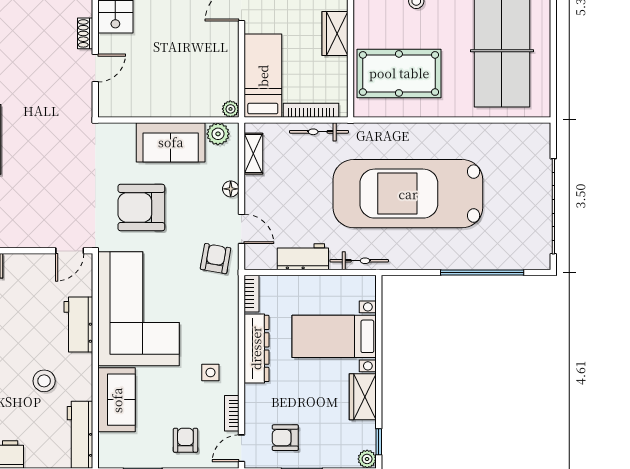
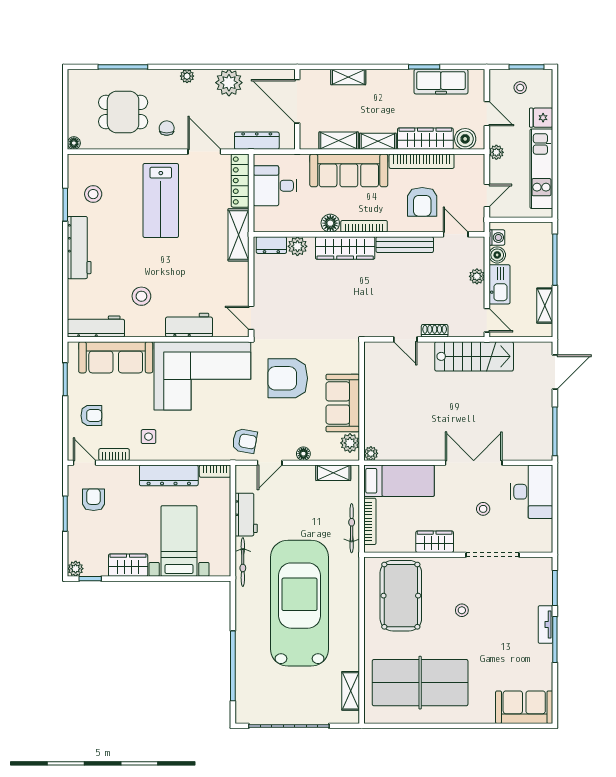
shelving: (512, 133) -> (351, 691), added
armchair: (141, 207) -> (288, 378), turned -90
sofa: (117, 400) -> (116, 357), width x1.36

